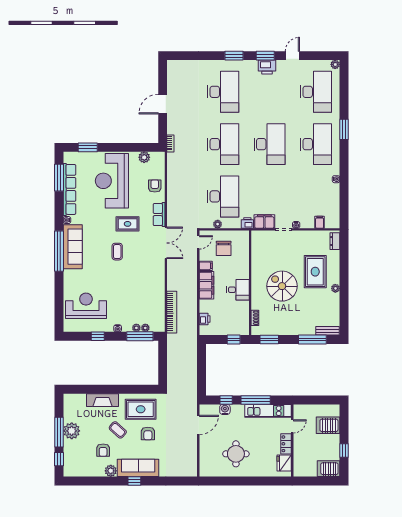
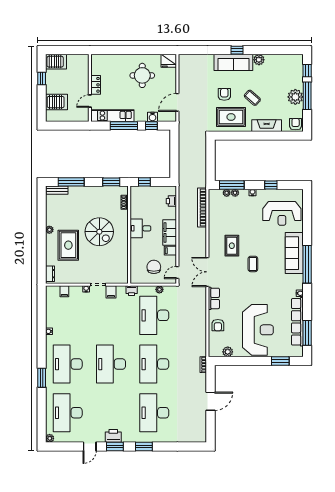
filing cabinet: (264, 222) -> (111, 292), width x0.50
rug: (128, 224) -> (232, 246), moved, turned 90
sofa: (73, 247) -> (294, 253), moved
armchair: (103, 450) -> (296, 124), moved
fridge: (284, 463) -> (169, 61), moved, turned 90

